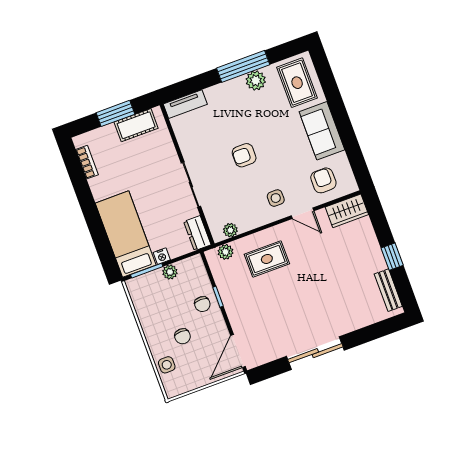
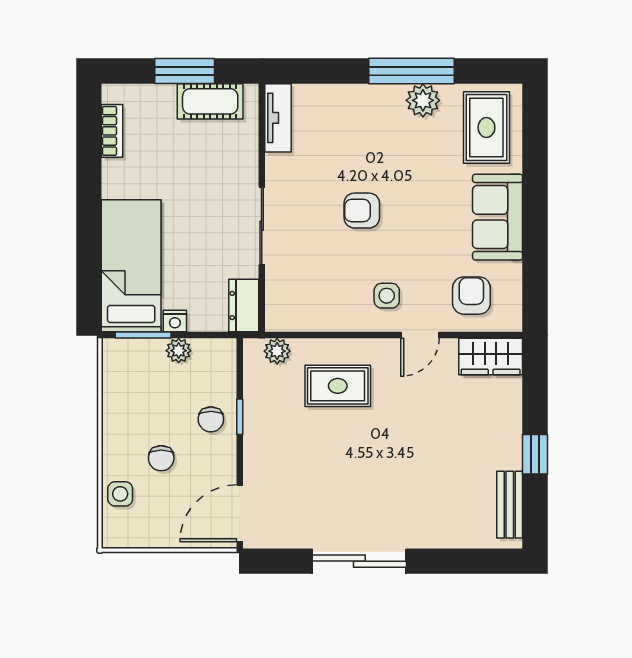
tv unit: (185, 104) -> (278, 118), moved, turned -90
door: (303, 213) -> (420, 335), hinge flipped
plant: (230, 230) -> (297, 320), removed

